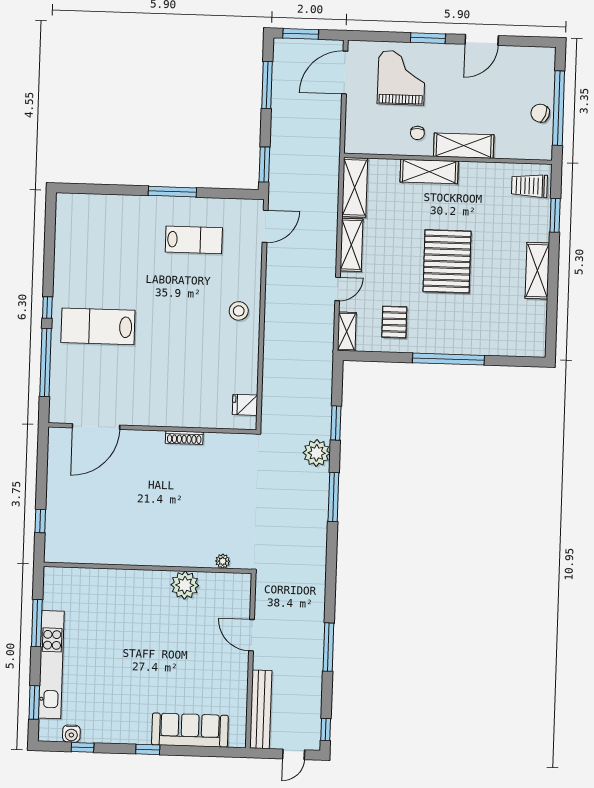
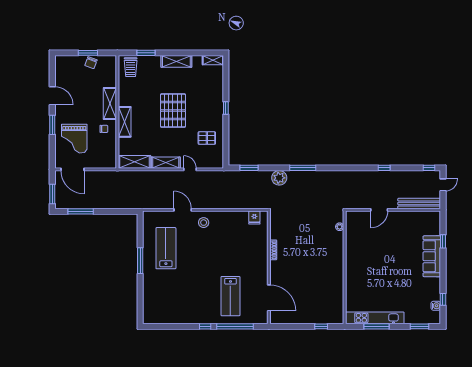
grand piano: (401, 78) -> (74, 139), turned -90
window: (559, 108) -> (88, 53), width x0.47
window: (264, 165) -> (124, 211), removed
door: (265, 226) -> (183, 210), moved
lab bench: (194, 240) -> (166, 248), width x1.36, depth x1.39
pallet: (447, 261) -> (173, 111), turned 90
lab bench: (98, 326) -> (230, 296), moved
shelving: (347, 332) -> (213, 60), moved
window: (448, 359) -> (226, 108), width x0.32
window: (336, 423) -> (249, 168), moved
plant: (185, 585) -> (353, 247), removed
window: (328, 647) -> (384, 168), width x0.46
kitchen unit: (51, 665) -> (375, 318), moved
sofa: (190, 730) -> (432, 256), moved
window: (148, 749) -> (443, 241), moved
door: (294, 754) -> (443, 185), hinge flipped

